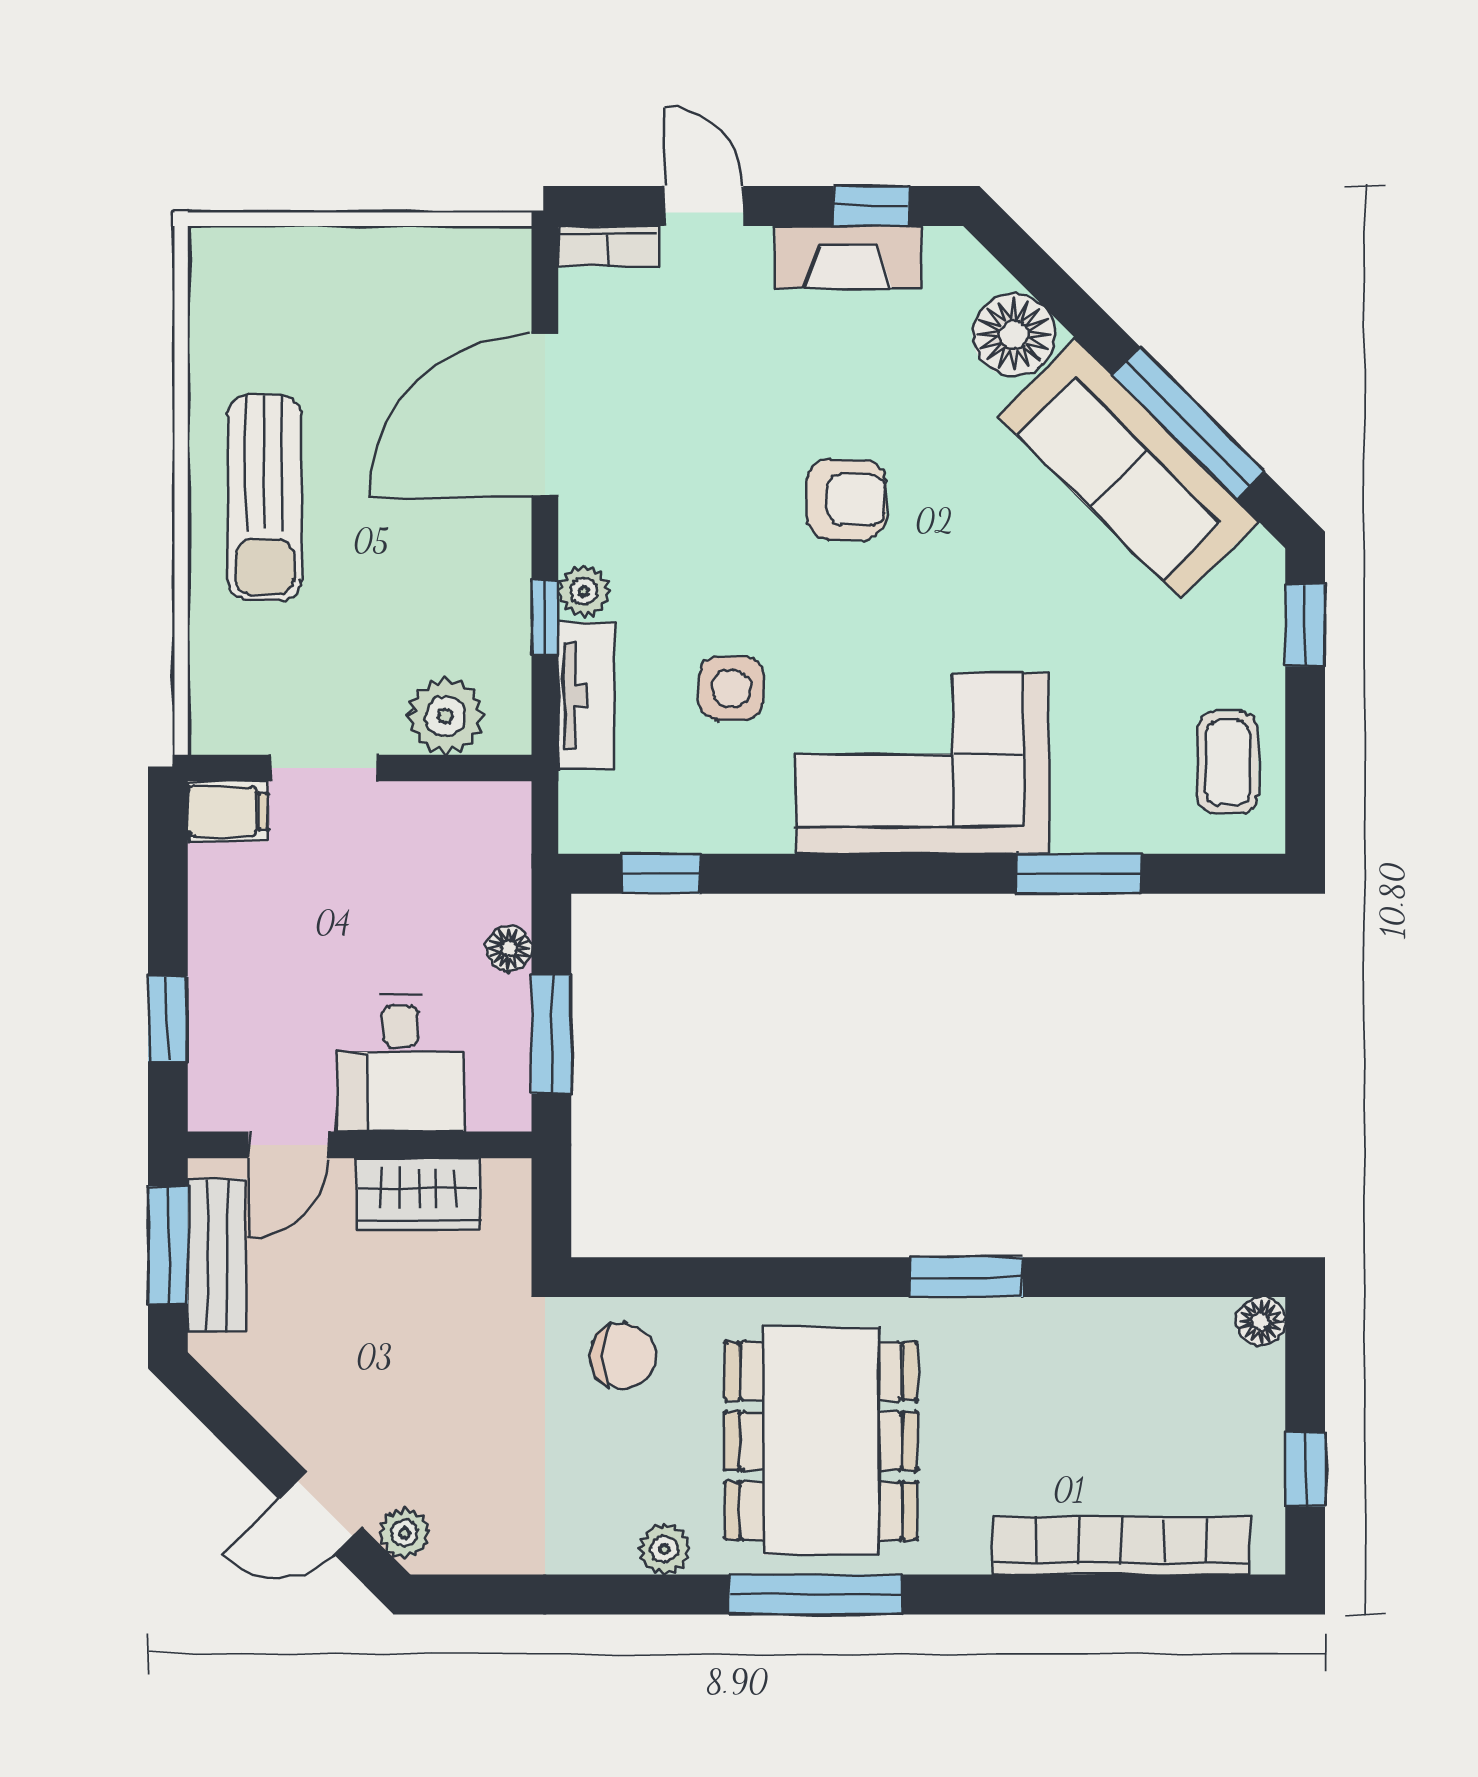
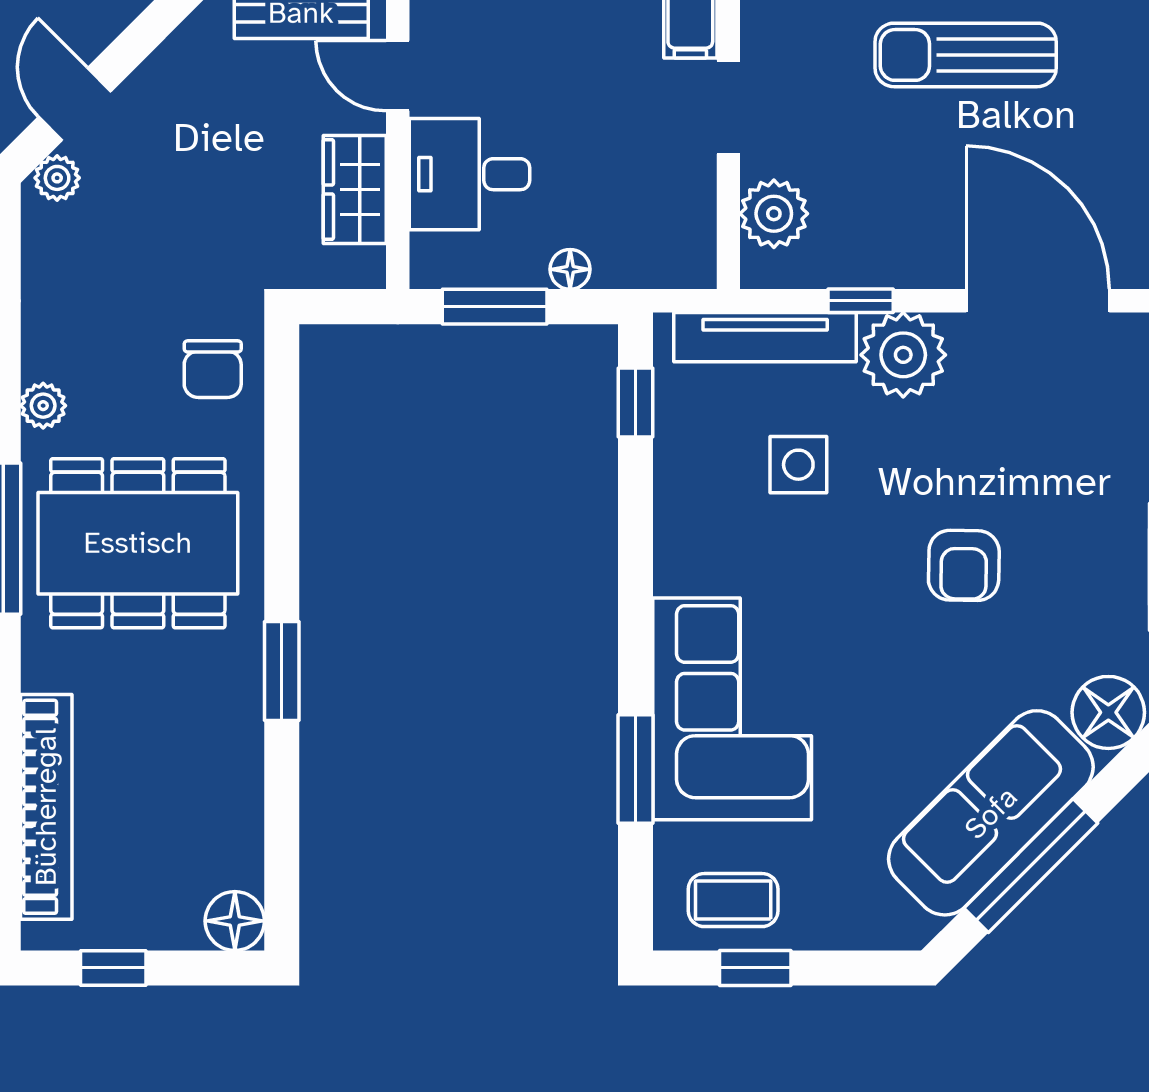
plant: (584, 591) -> (903, 355), width x1.88, depth x1.88
window: (1305, 625) -> (755, 968), moved
tv unit: (586, 696) -> (765, 337), width x1.41
corner sofa: (923, 764) -> (732, 709), moved
floor lamp: (1261, 1321) -> (235, 921), width x1.37, depth x1.37

